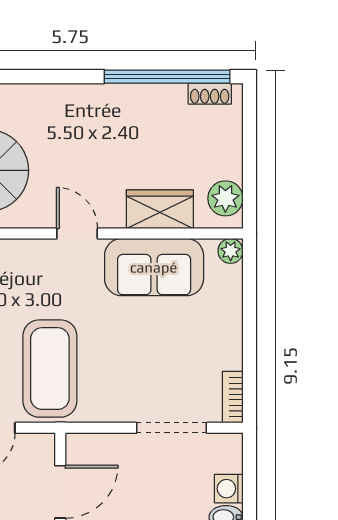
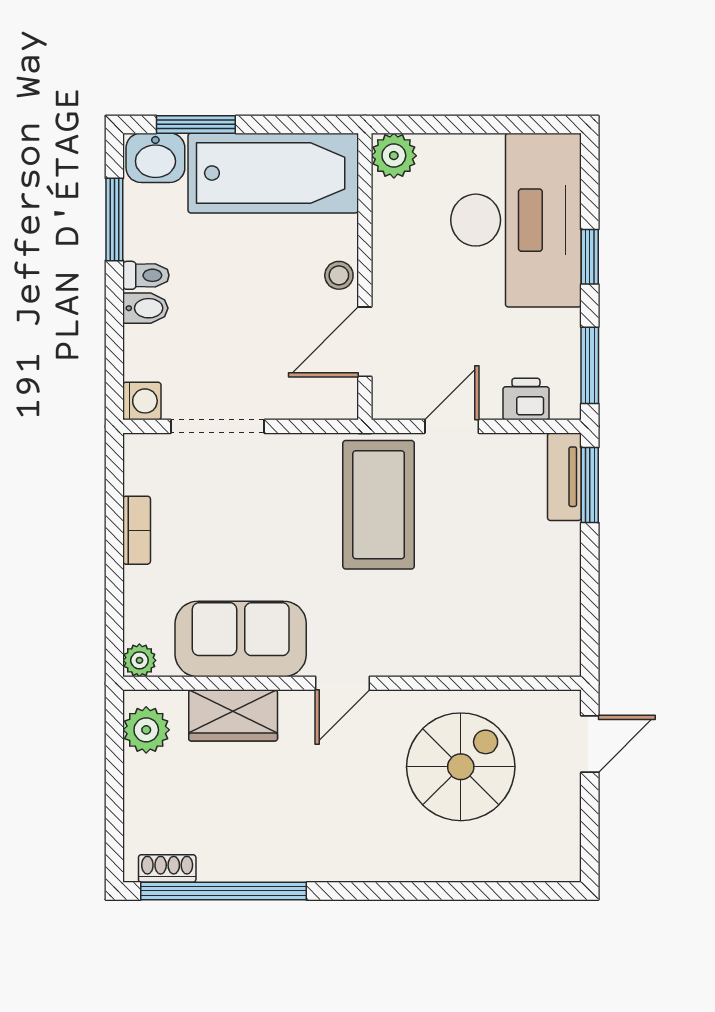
door: (77, 234) -> (343, 683), hinge flipped
bookcase: (233, 397) -> (137, 530), moved
washing machine: (229, 489) -> (142, 401), moved

